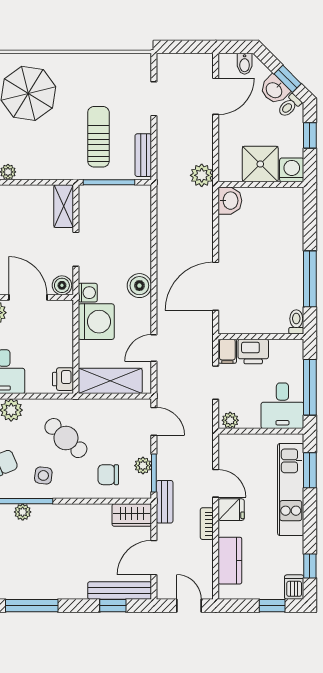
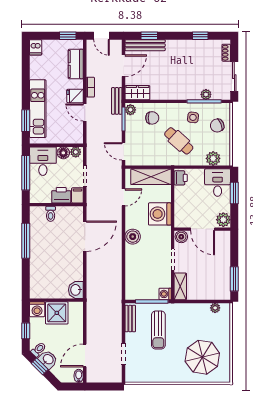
bidet: (245, 64) -> (79, 376), moved
plant: (202, 175) -> (94, 306), removed
washing machine: (88, 293) -> (165, 294), moved
toilet: (296, 322) -> (51, 214), moved
floor lamp: (250, 419) -> (63, 153), added
plant: (143, 466) -> (130, 110), moved
window: (310, 566) -> (26, 61), removed
window: (32, 606) -> (200, 36), width x0.46
window: (272, 606) -> (68, 36), moved

